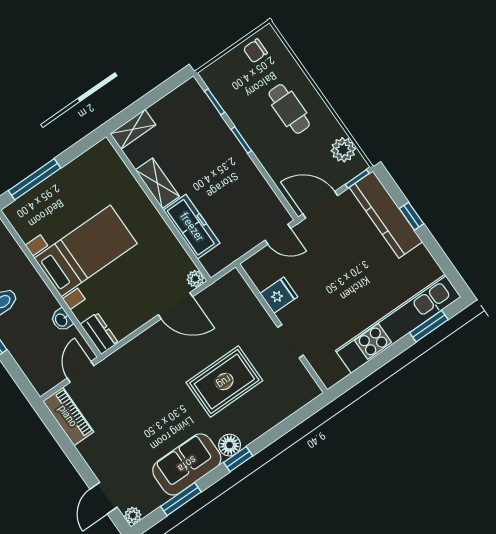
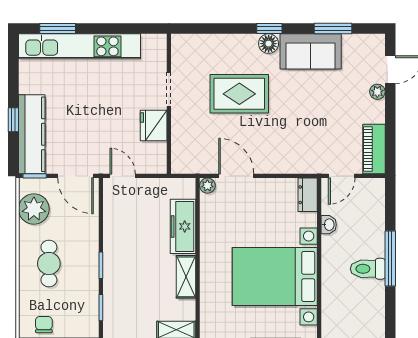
chair: (255, 51) -> (44, 325), turned -90
plant: (343, 150) -> (34, 209), width x1.36, depth x1.36
bed with nightstands: (86, 251) -> (275, 276), width x1.36
fridge: (279, 295) -> (154, 126), width x1.38
plant: (133, 515) -> (377, 92), moved

